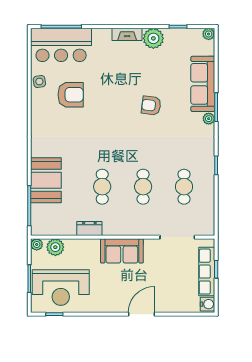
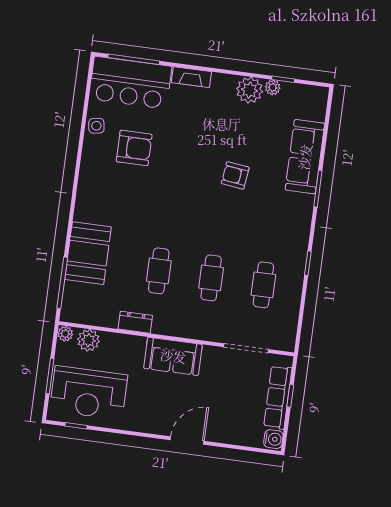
fireplace: (127, 34) -> (191, 77), moved
plant: (209, 34) -> (273, 87), moved
plant: (209, 119) -> (307, 202), removed

